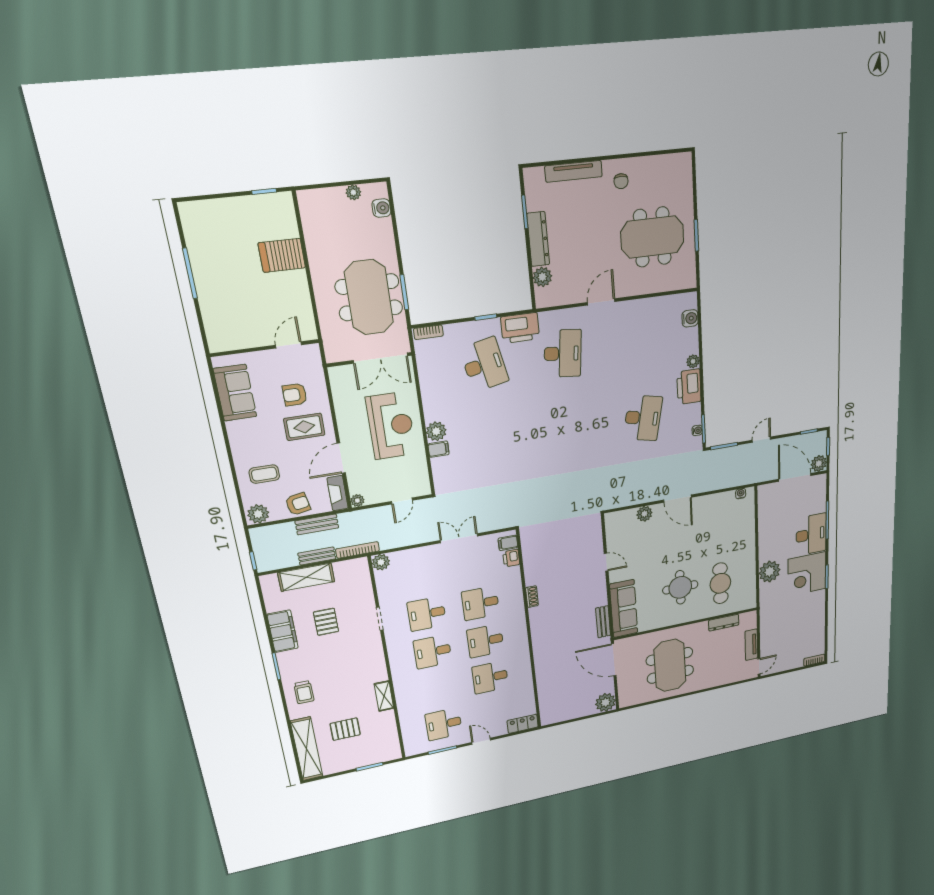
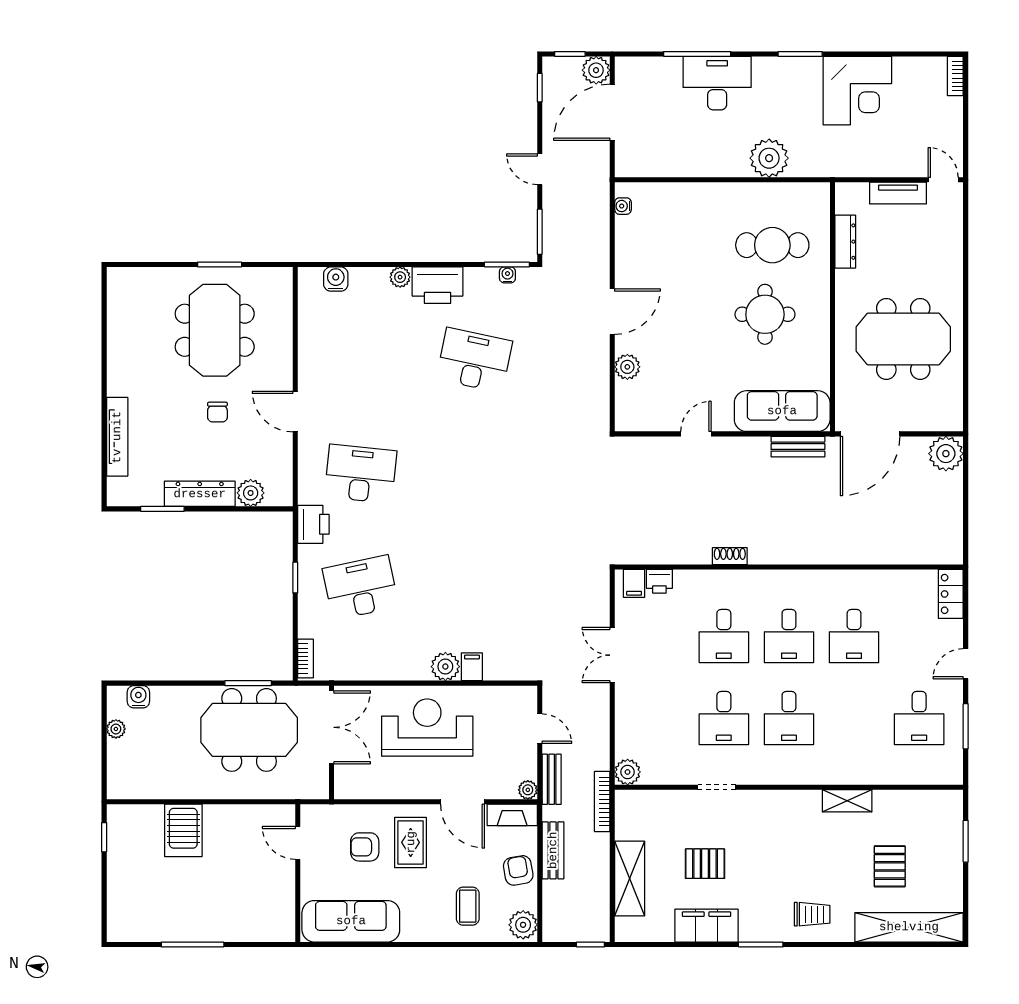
chair: (621, 181) -> (217, 412), moved, turned 90
printer: (520, 328) -> (313, 524), width x0.73, depth x0.84
sofa: (235, 393) -> (351, 921), width x1.36
armchair: (295, 395) -> (365, 847), turned 90
bench: (317, 556) -> (552, 779), moved
corner desk: (807, 574) -> (857, 91), moved

